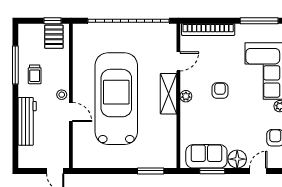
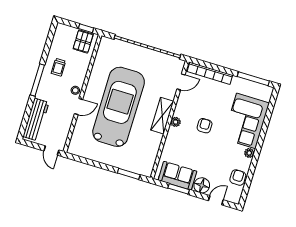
door: (178, 61) -> (181, 82), moved
window: (15, 65) -> (37, 80), moved
door: (71, 112) -> (79, 107), hinge flipped
workbench: (27, 121) -> (36, 119), moved

